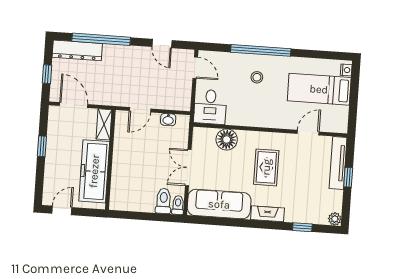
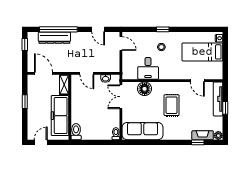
dresser: (77, 50) -> (54, 38), moved
window: (261, 50) -> (163, 29), width x0.32
window: (47, 74) -> (25, 44), moved
desk: (210, 107) -> (148, 68), moved
door: (140, 110) -> (87, 73), hinge flipped
door: (308, 133) -> (197, 81), swing flipped
double door: (188, 168) -> (121, 97), moved
toilet: (164, 201) -> (76, 132), moved
fireplace: (268, 214) -> (203, 135), moved

